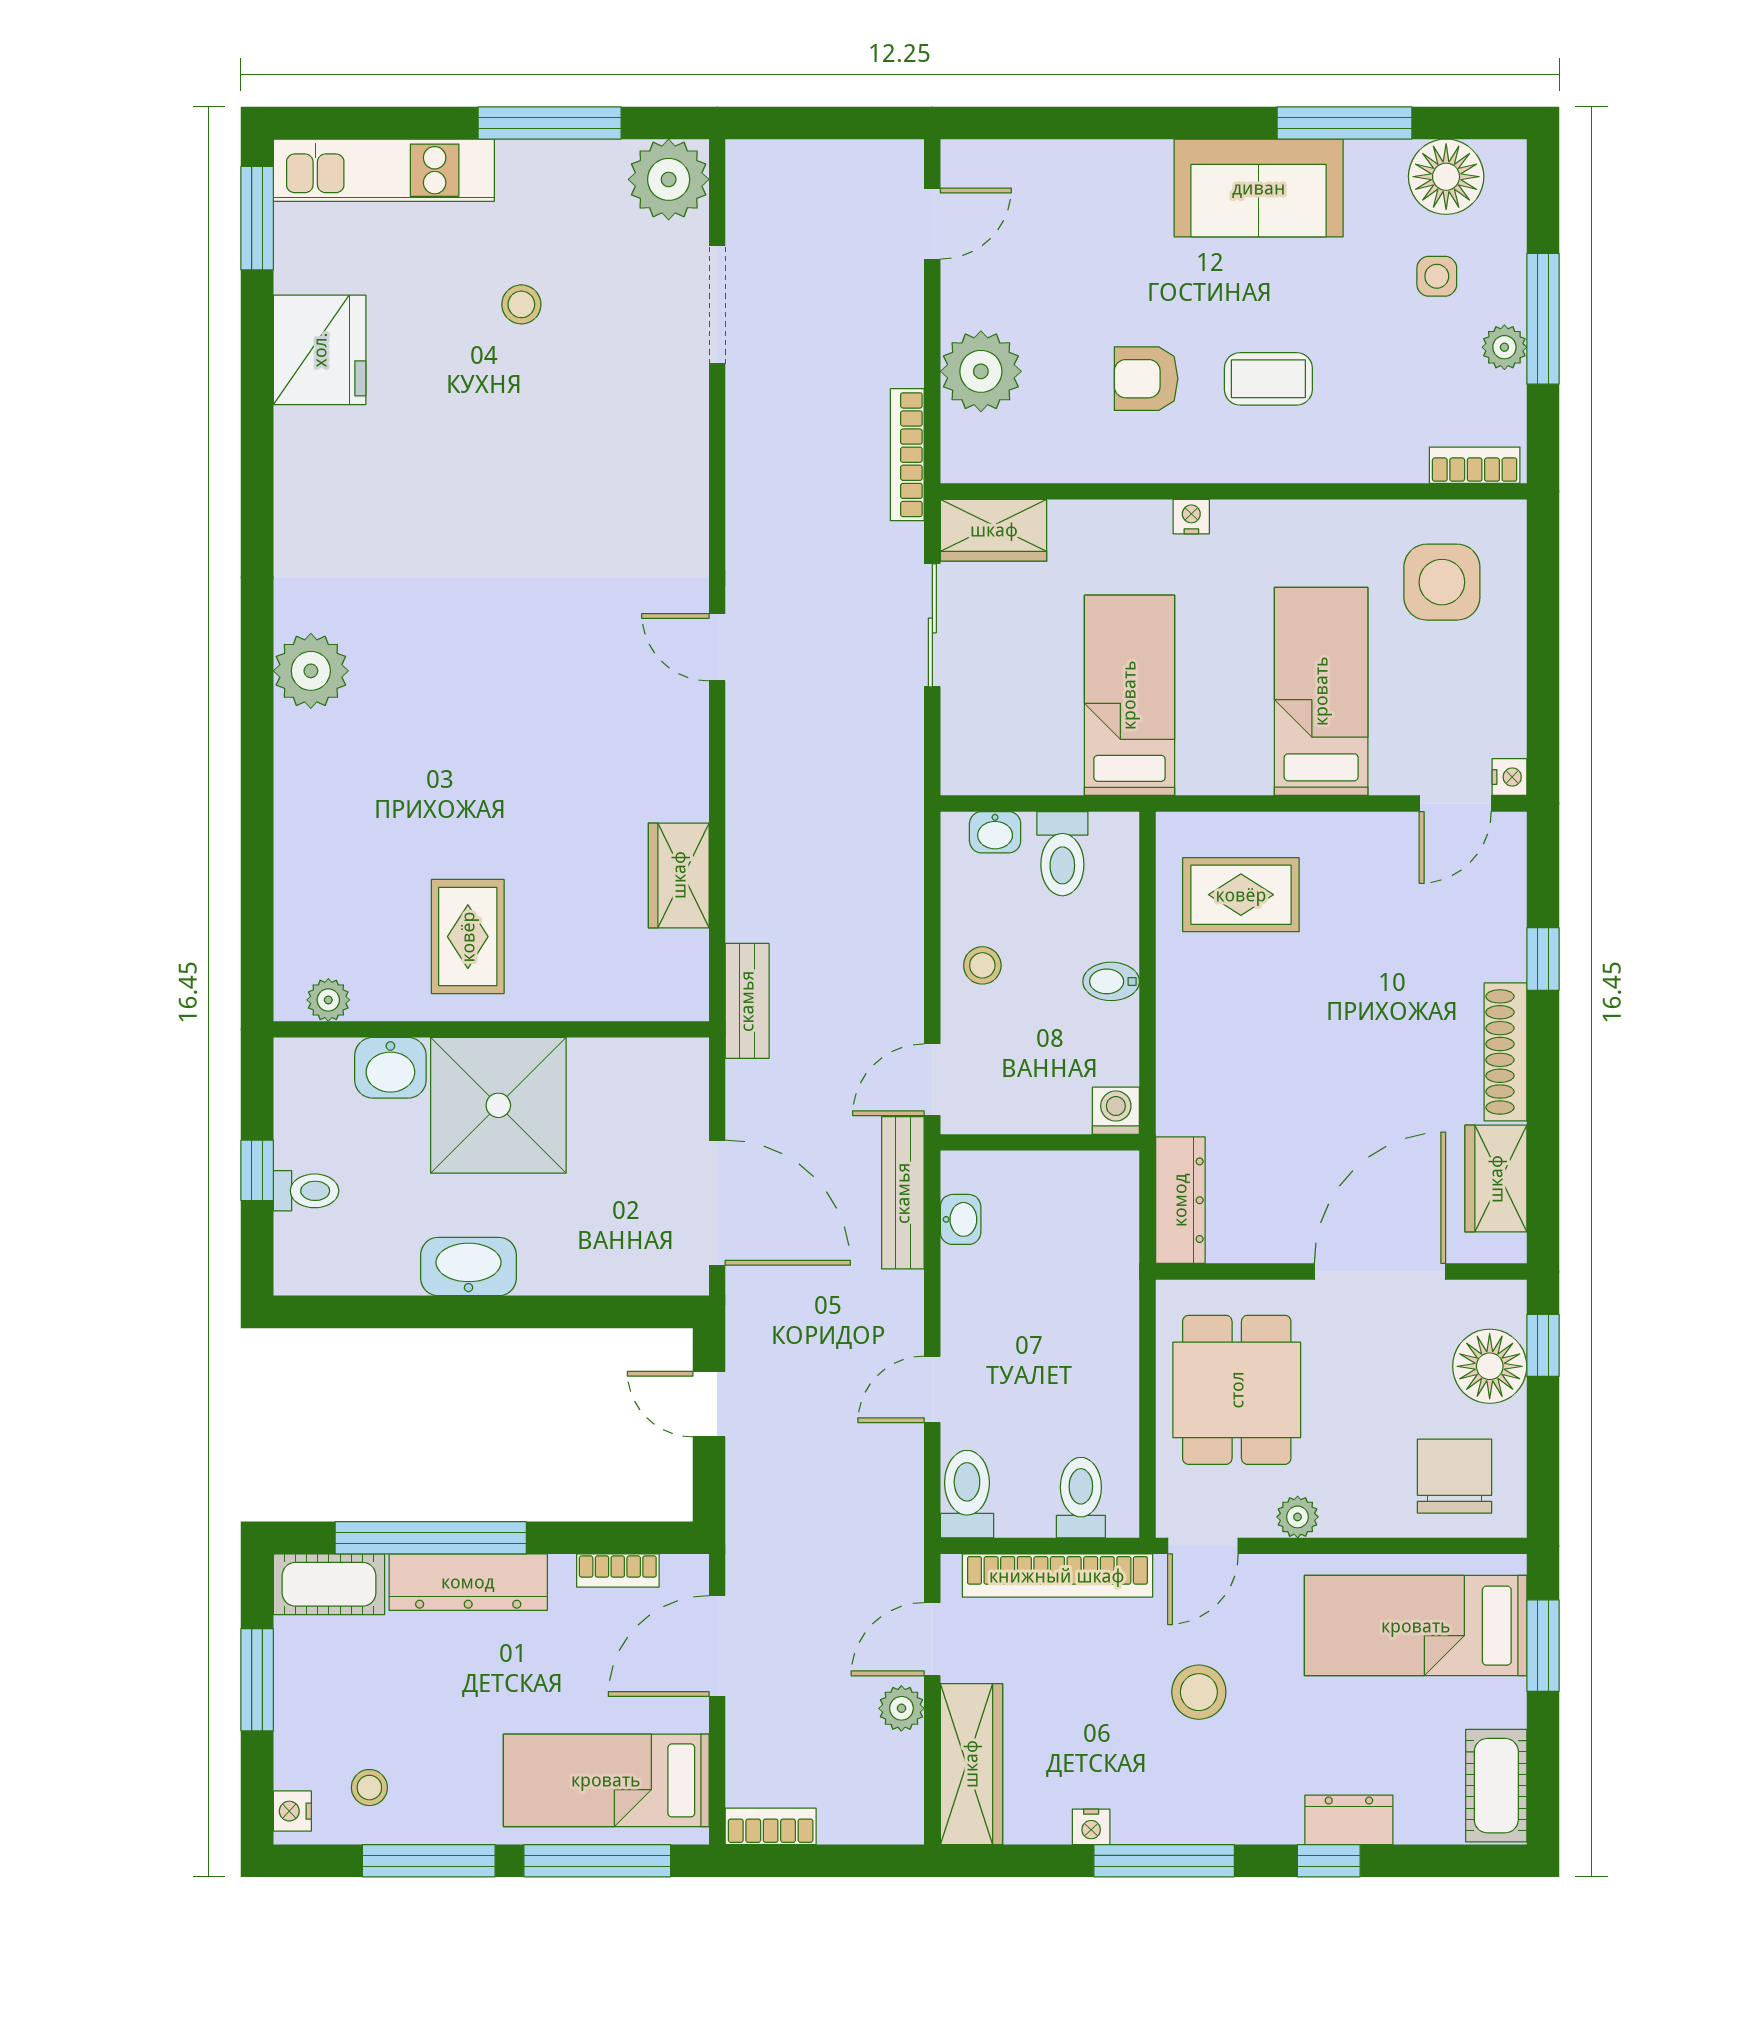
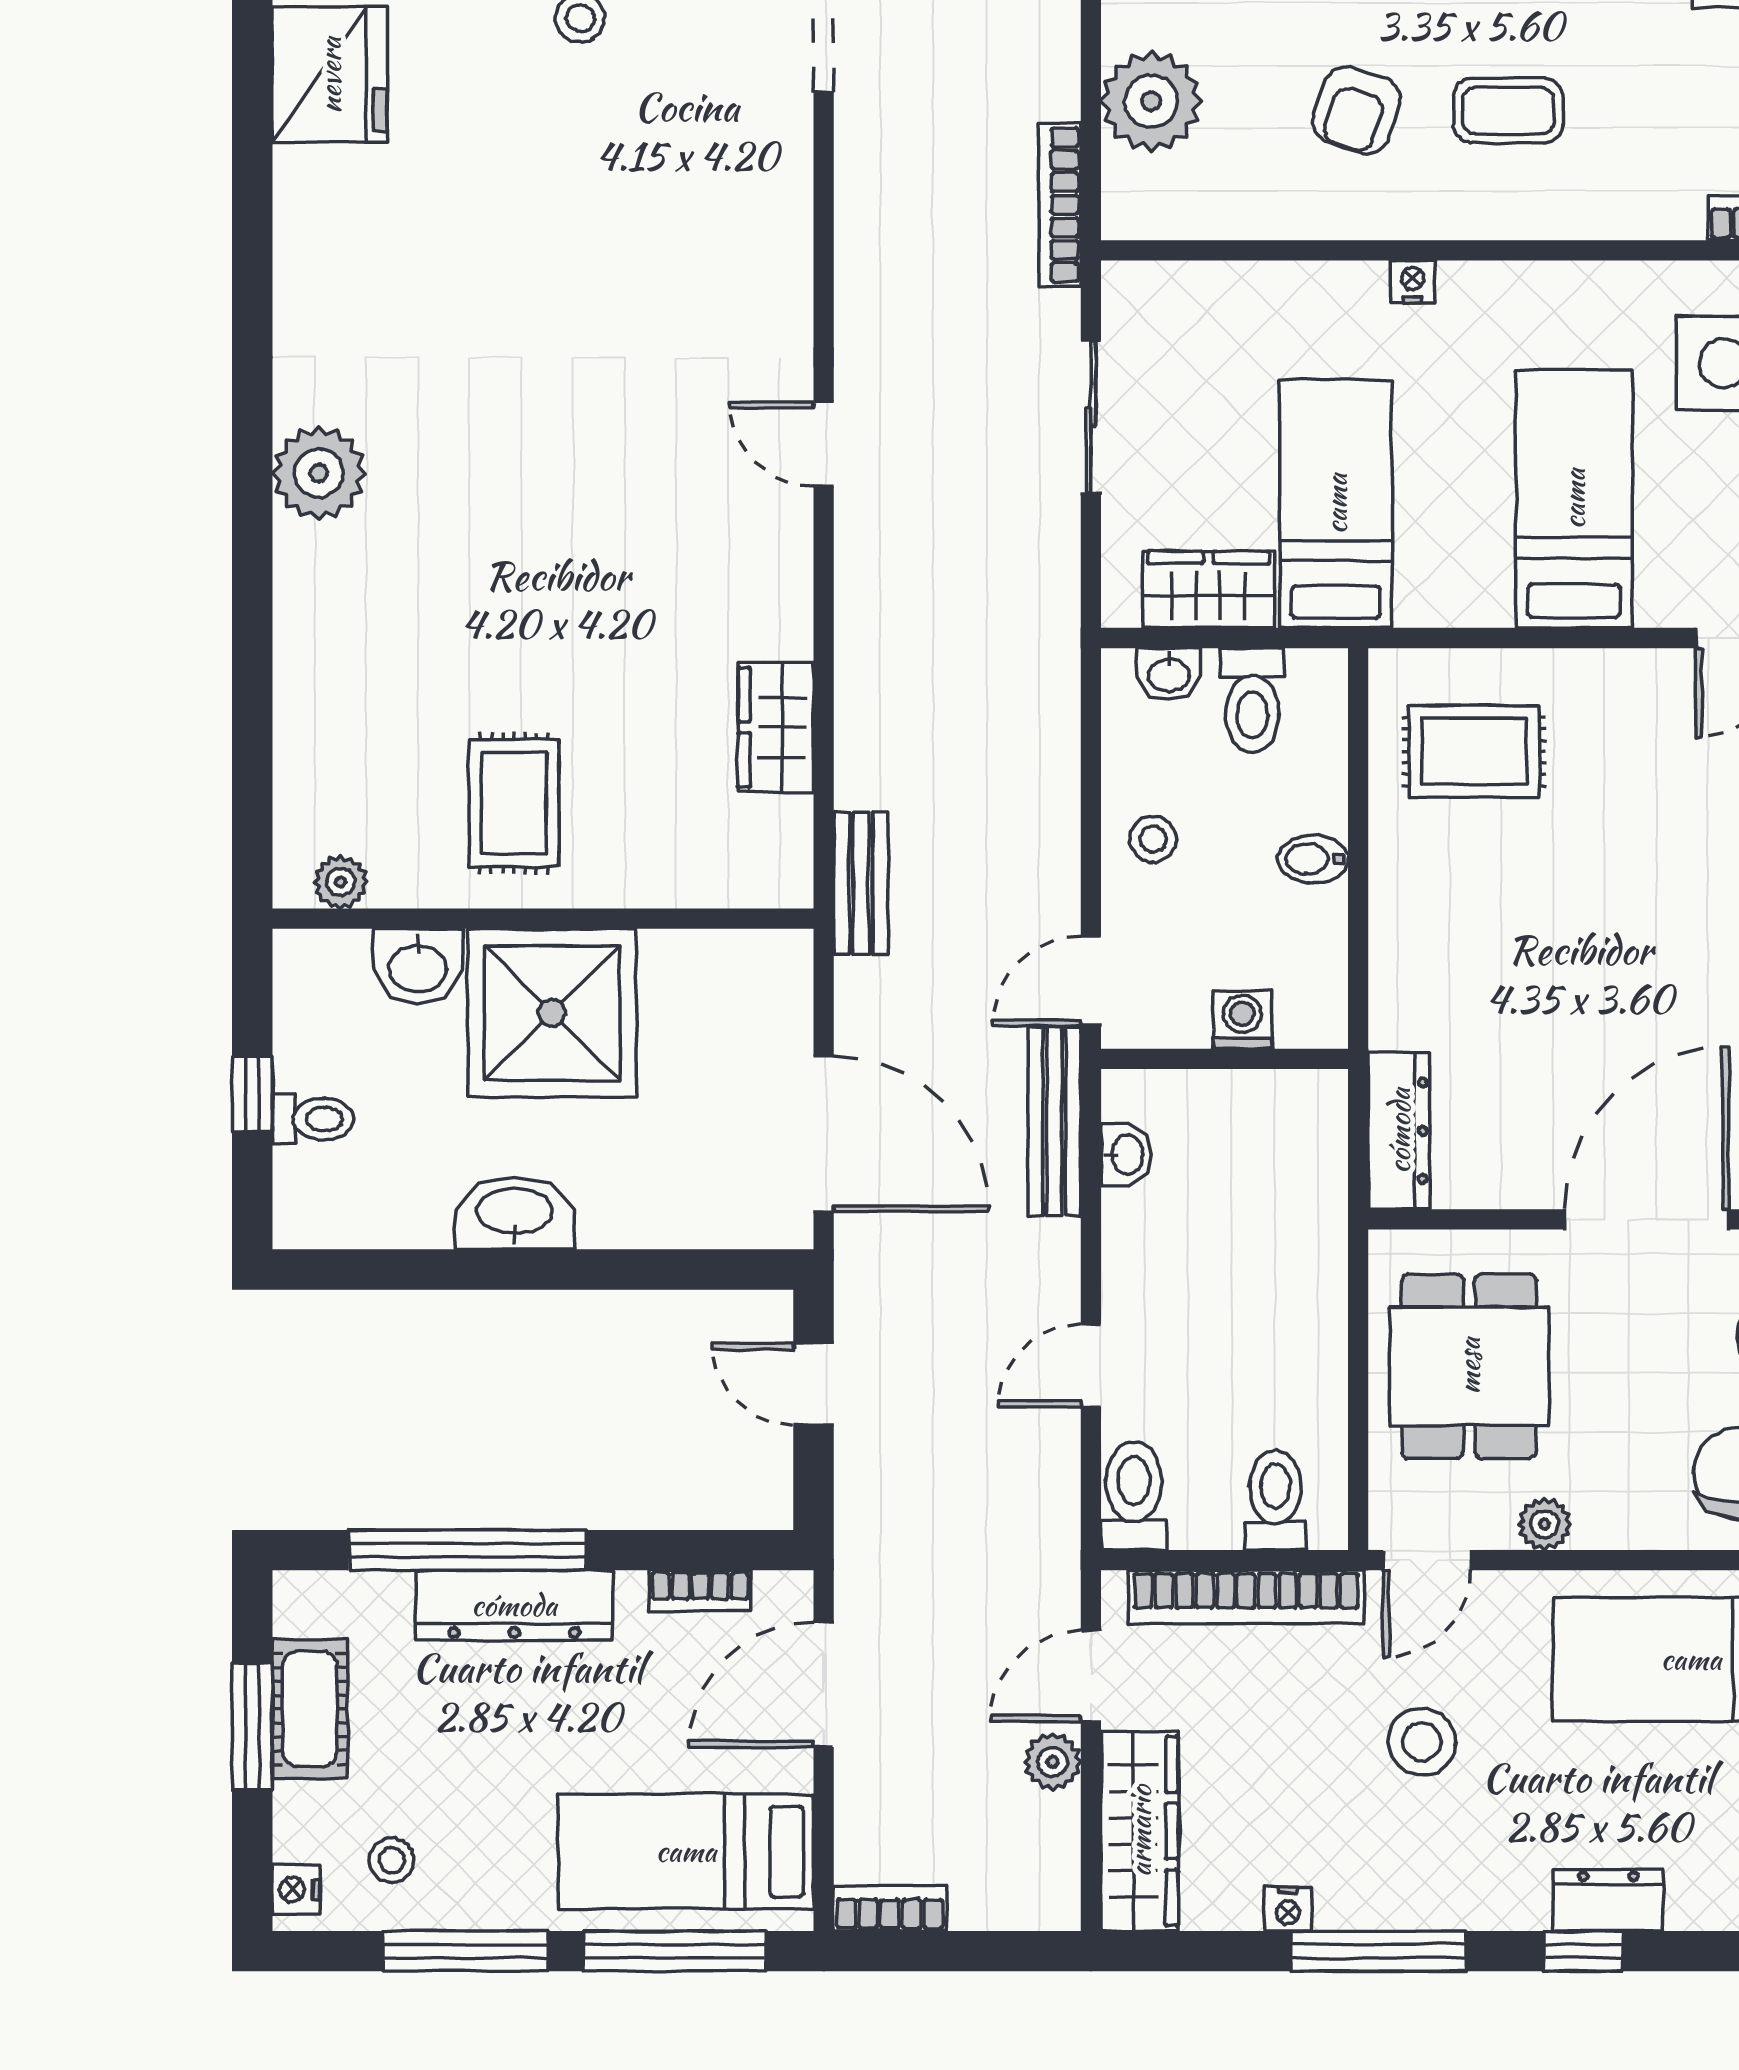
armchair: (1146, 379) -> (1356, 110), turned -72
wardrobe: (994, 530) -> (1208, 590), moved, turned 180
washing machine: (1116, 1111) -> (1242, 1020), moved
cot: (329, 1584) -> (310, 1709), moved, turned 90

